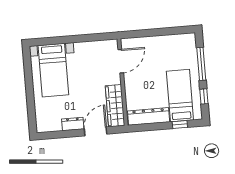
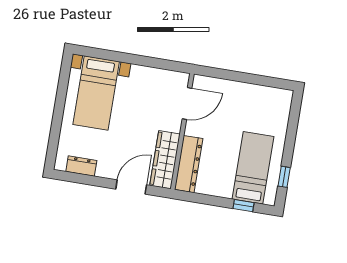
window: (201, 64) -> (291, 133), removed
dresser: (149, 116) -> (189, 164), moved, turned 90
dresser: (73, 124) -> (81, 166), moved

